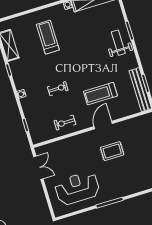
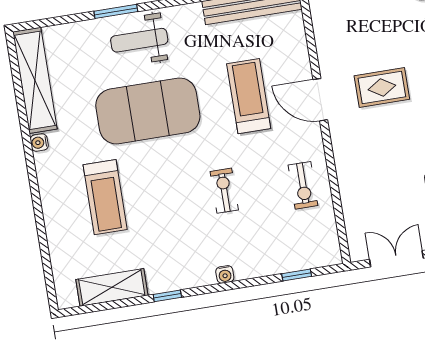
treadmill: (48, 37) -> (105, 197), turned -90
exercise mat: (88, 51) -> (148, 111), added
treadmill: (100, 94) -> (249, 96), turned 180
rug: (112, 151) -> (382, 88), turned 90

